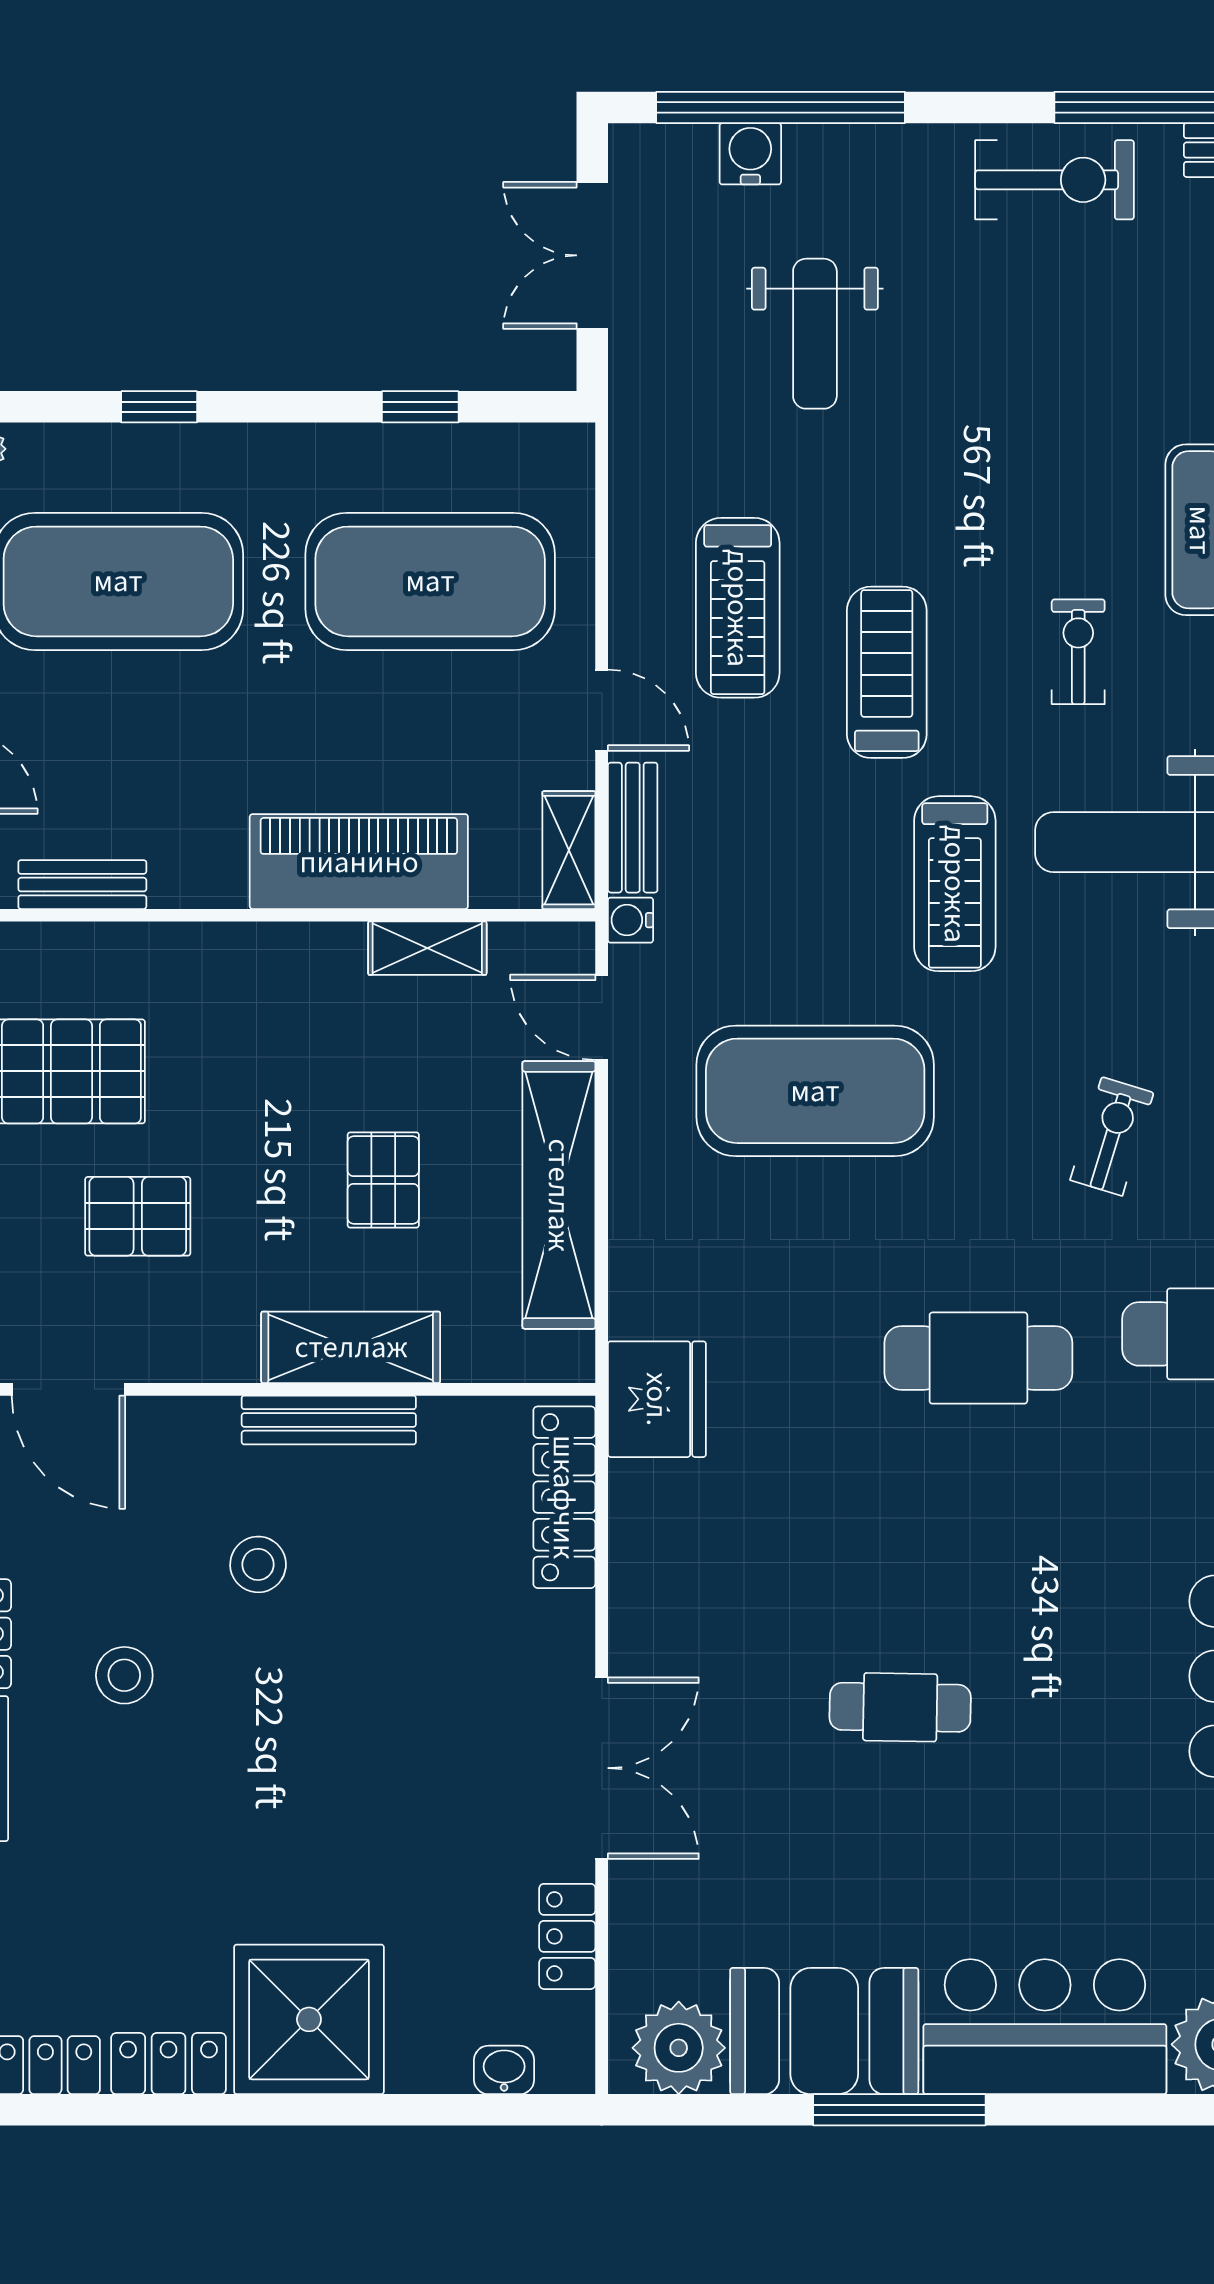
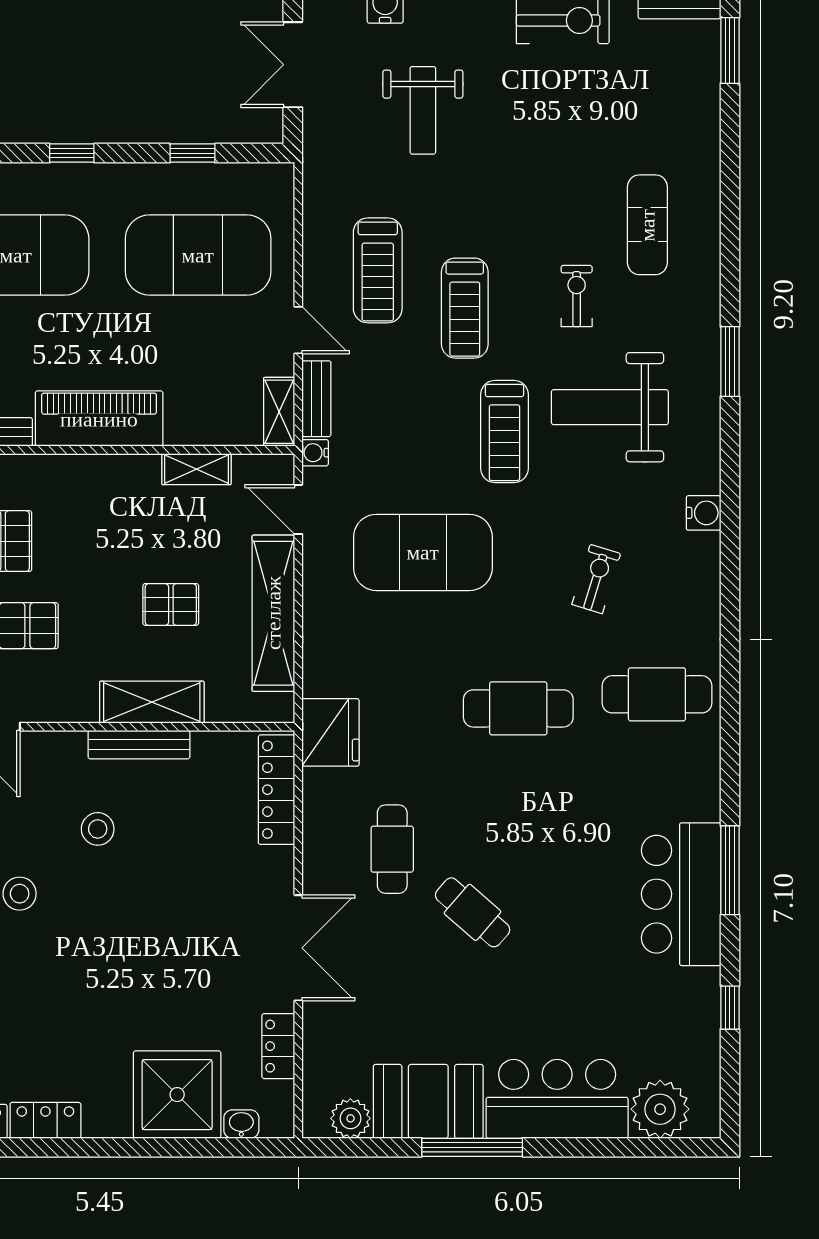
window: (159, 407) -> (72, 153), moved
treadmill: (887, 672) -> (465, 308), turned 180
piano: (359, 862) -> (99, 419), moved
pallet: (383, 1180) -> (171, 604), turned 90
cafe table: (762, 1599) -> (392, 849), added
cafe table: (900, 1707) -> (473, 912), turned 40
shower: (309, 2019) -> (177, 1095), moved
plant: (679, 2048) -> (350, 1118), width x0.73, depth x0.73

